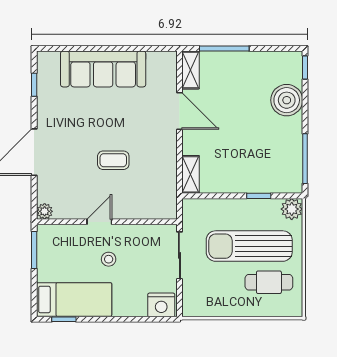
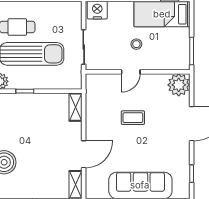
door: (179, 111) -> (84, 154), swing flipped
plant: (45, 211) -> (179, 85), width x1.88, depth x1.88
door: (99, 222) -> (131, 72), moved

